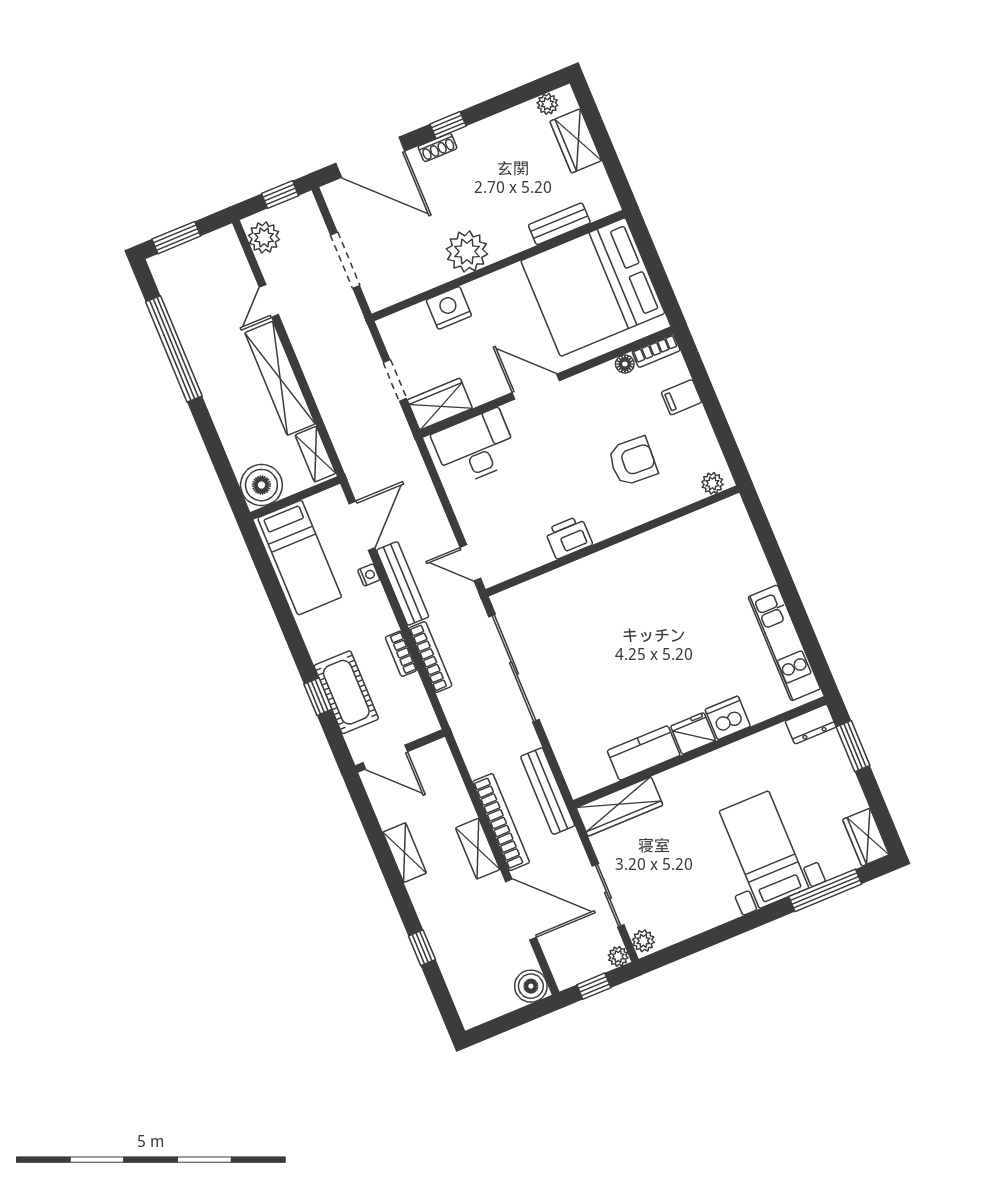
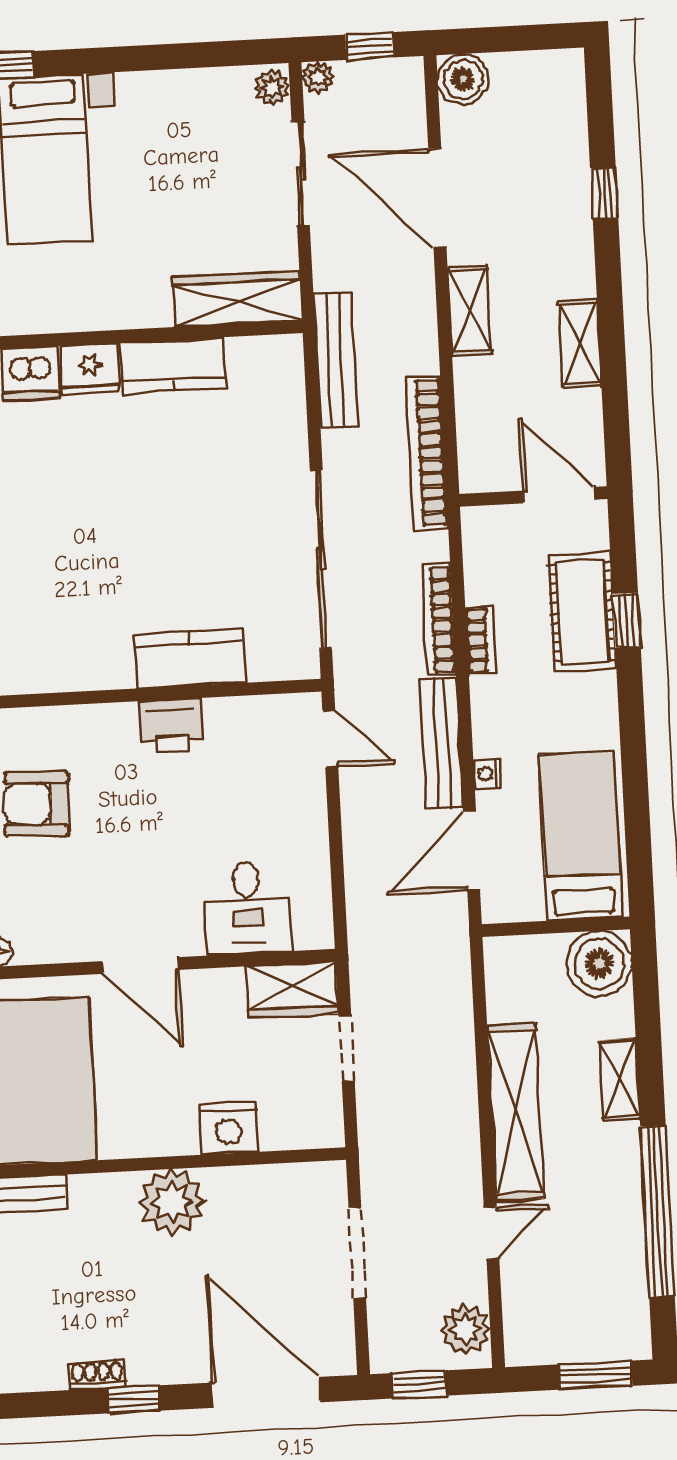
shoe rack: (438, 147) -> (97, 1375), moved
desk: (475, 448) -> (247, 908), width x0.73
shelving: (315, 454) -> (620, 1080), moved
kitchen counter: (571, 581) -> (190, 659), added
bookcase: (501, 822) -> (427, 453), moved

